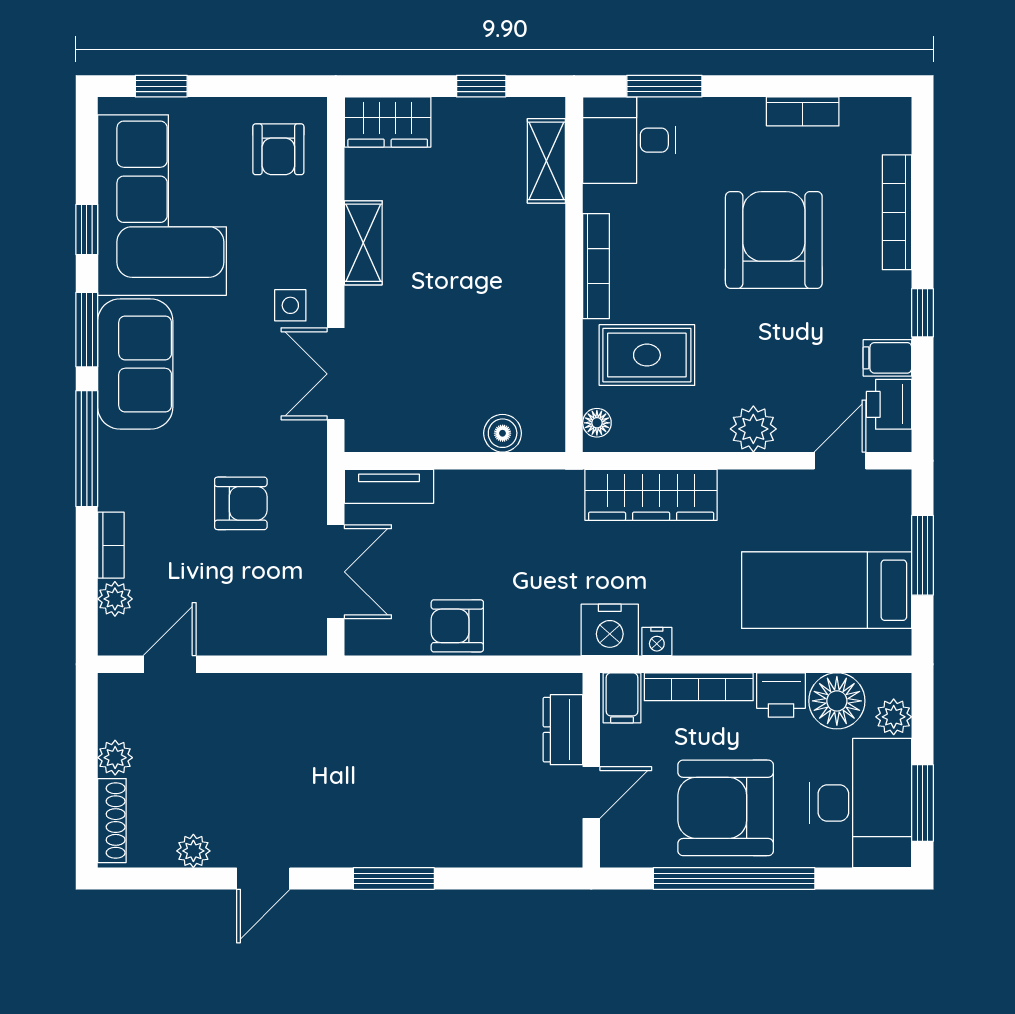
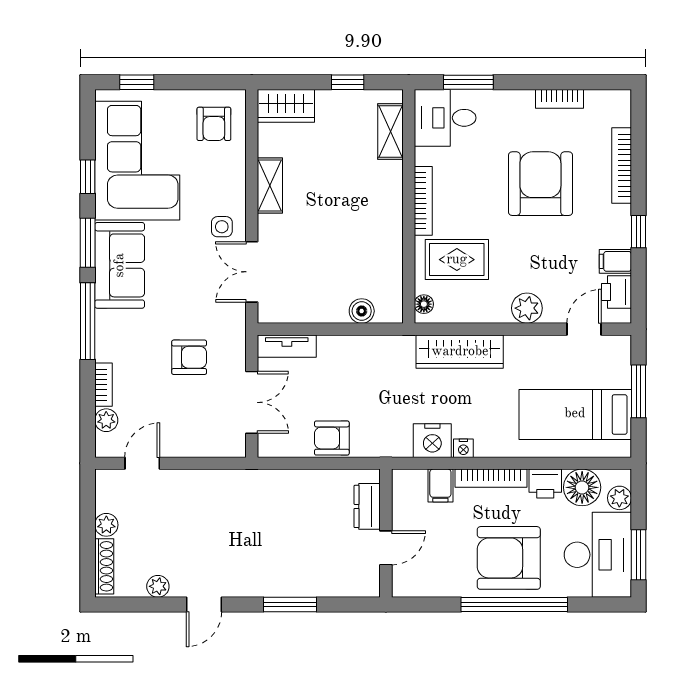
dresser: (563, 730) -> (367, 506), moved
wall: (591, 770) -> (386, 533), moved
door: (591, 793) -> (386, 548), moved

